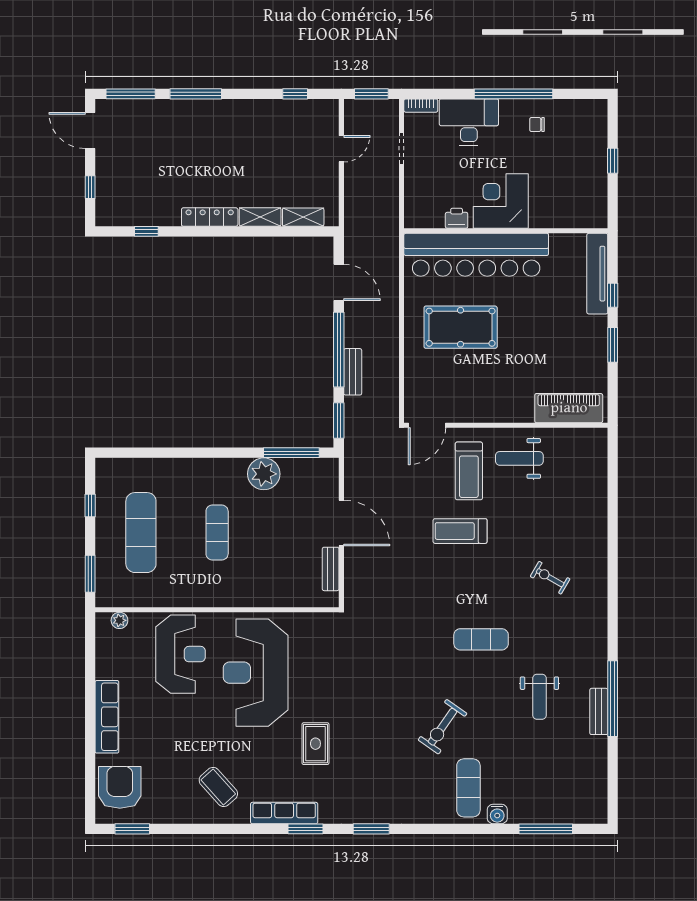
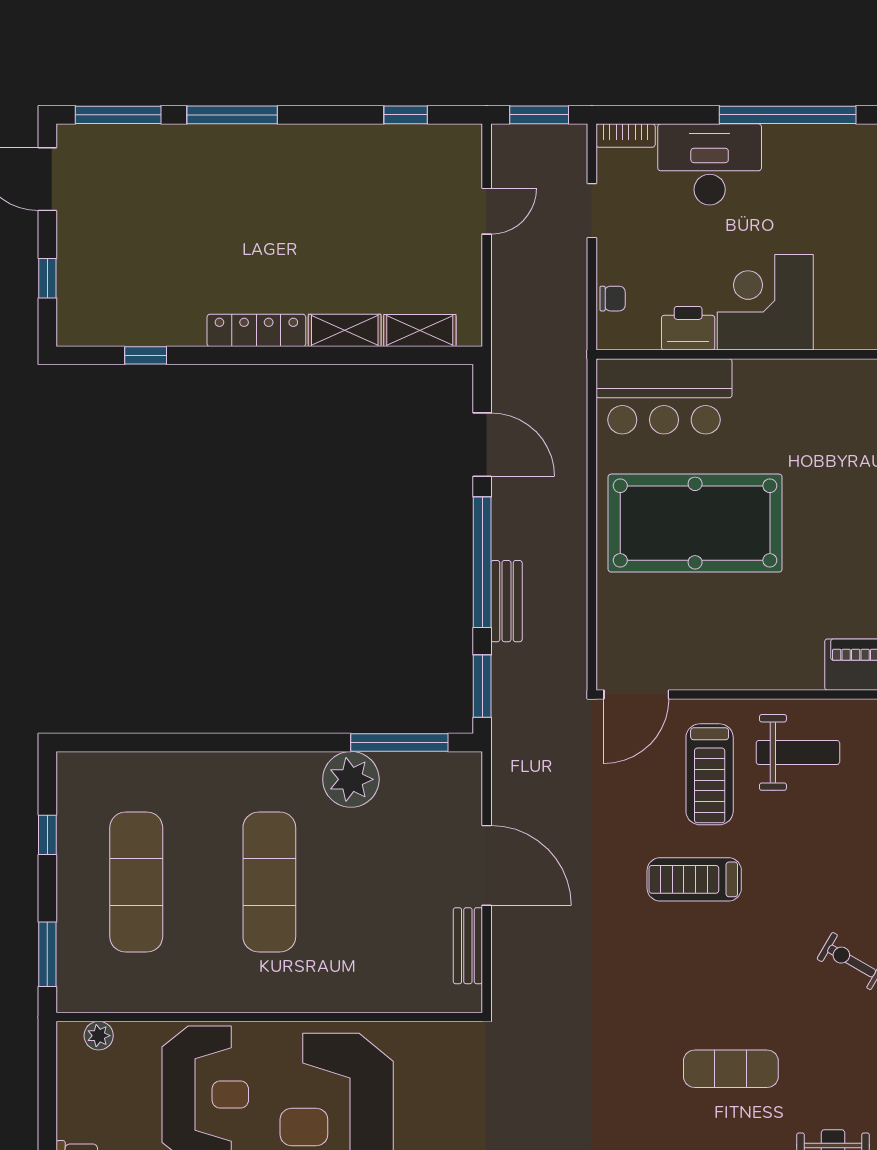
chair: (537, 125) -> (613, 299), moved, turned 180
printer: (457, 218) -> (688, 328), width x1.36, depth x1.24
bar counter: (476, 255) -> (664, 396), width x0.54
pool table: (461, 327) -> (695, 523), width x1.36, depth x1.32
weight bench: (519, 458) -> (798, 752), turned 180
exercise mat: (217, 533) -> (269, 882), width x1.36, depth x1.45

